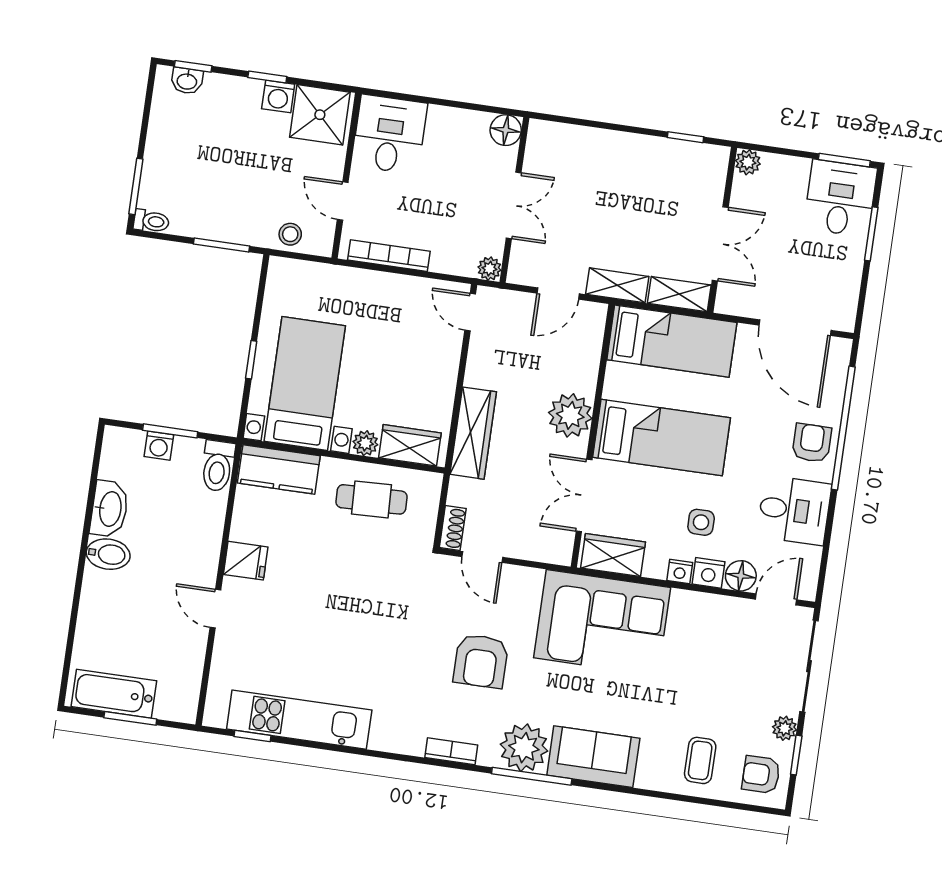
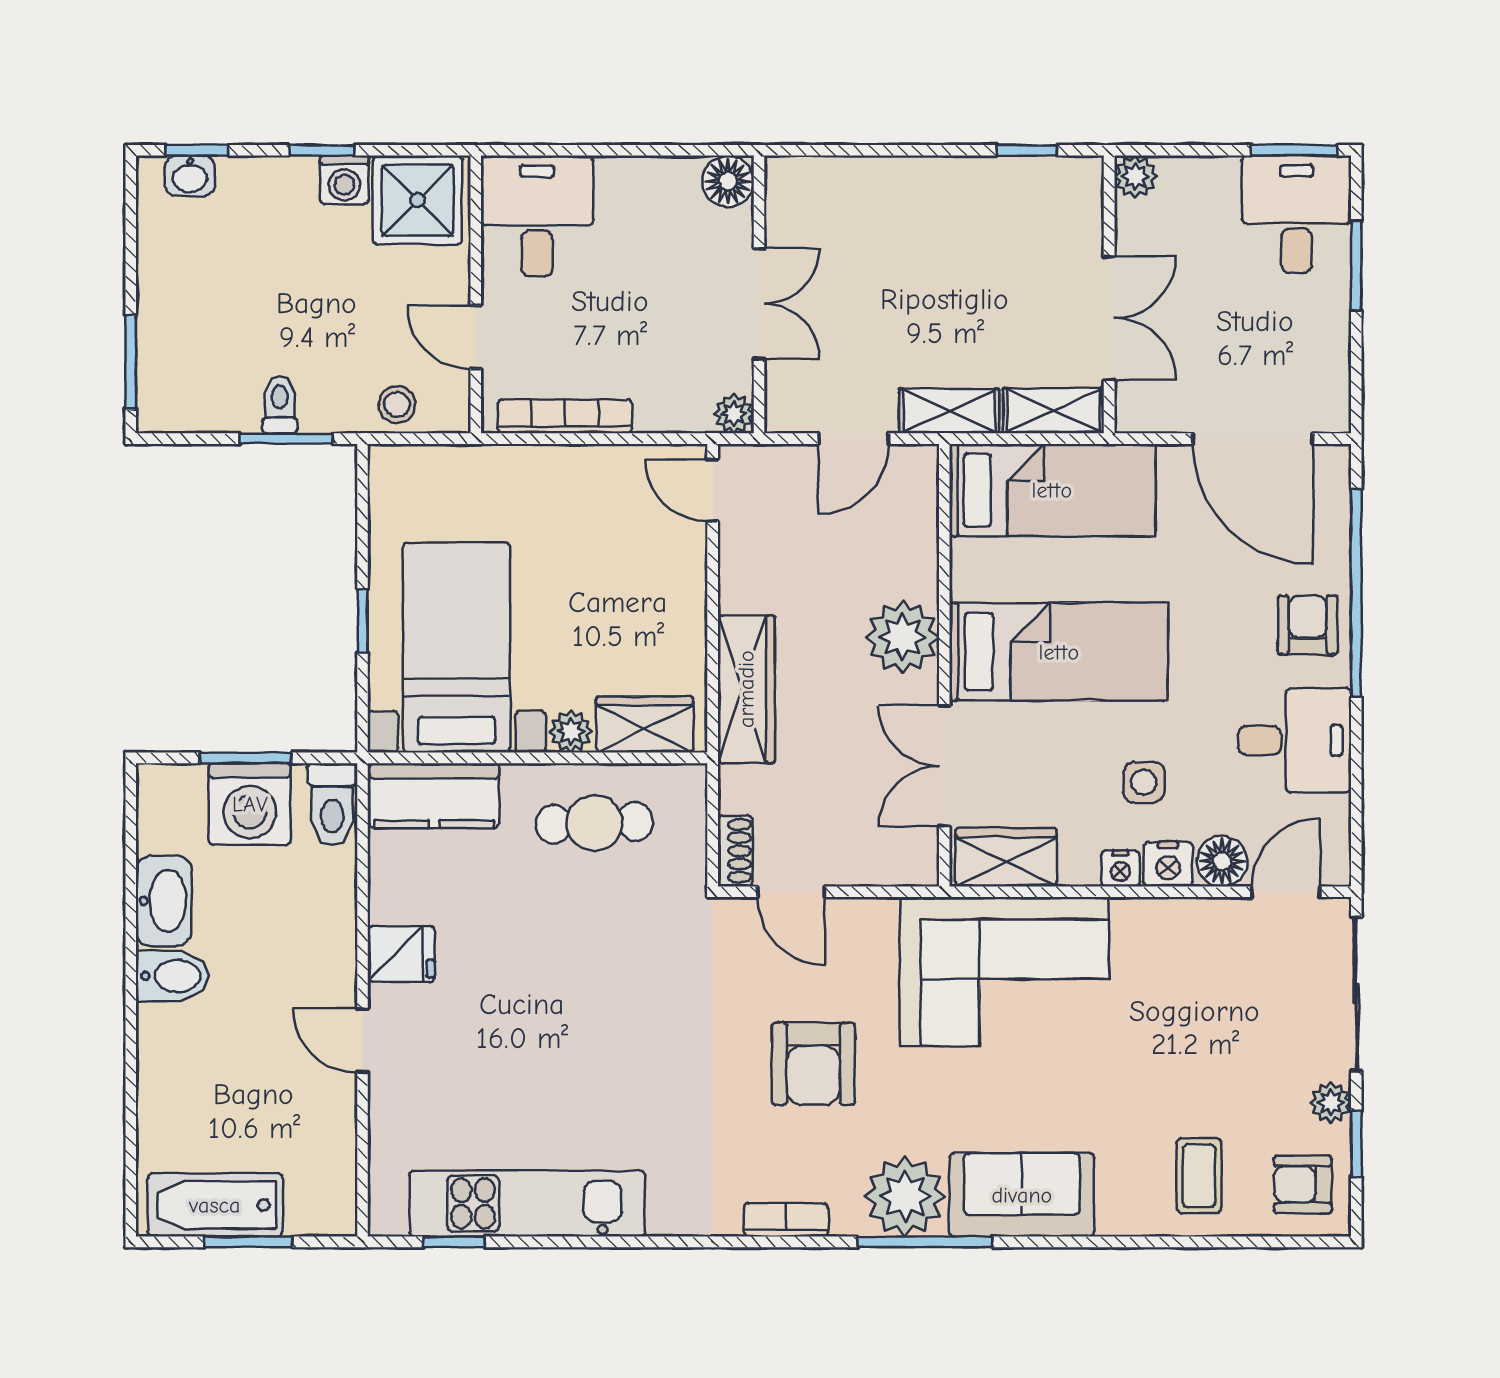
toilet: (151, 221) -> (280, 405), moved, turned -90
washing machine: (159, 446) -> (250, 804), width x1.89, depth x1.89

